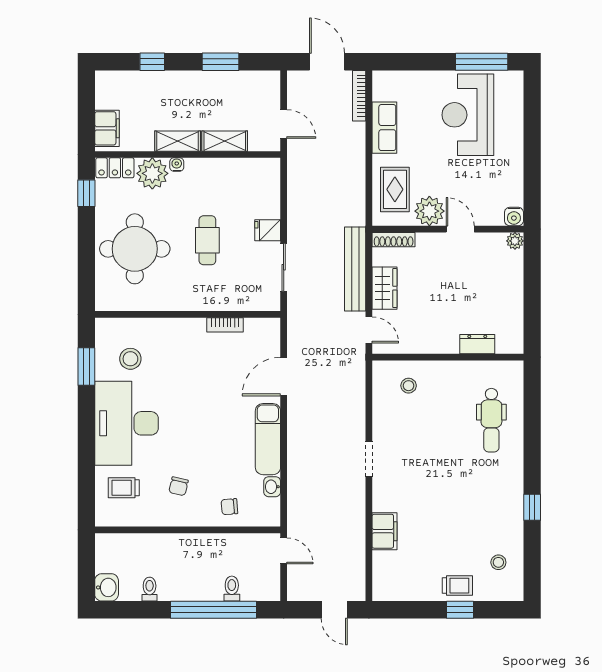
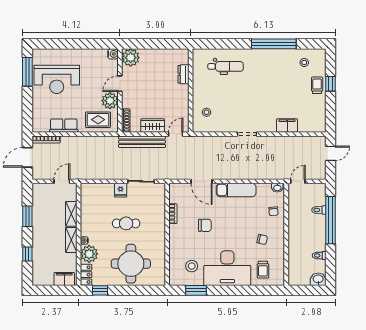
plant: (515, 241) -> (131, 58), width x1.88, depth x1.88
chair: (204, 382) -> (205, 225), added
washbasin: (272, 487) -> (277, 188), moved
window: (532, 507) -> (274, 44), width x3.17

